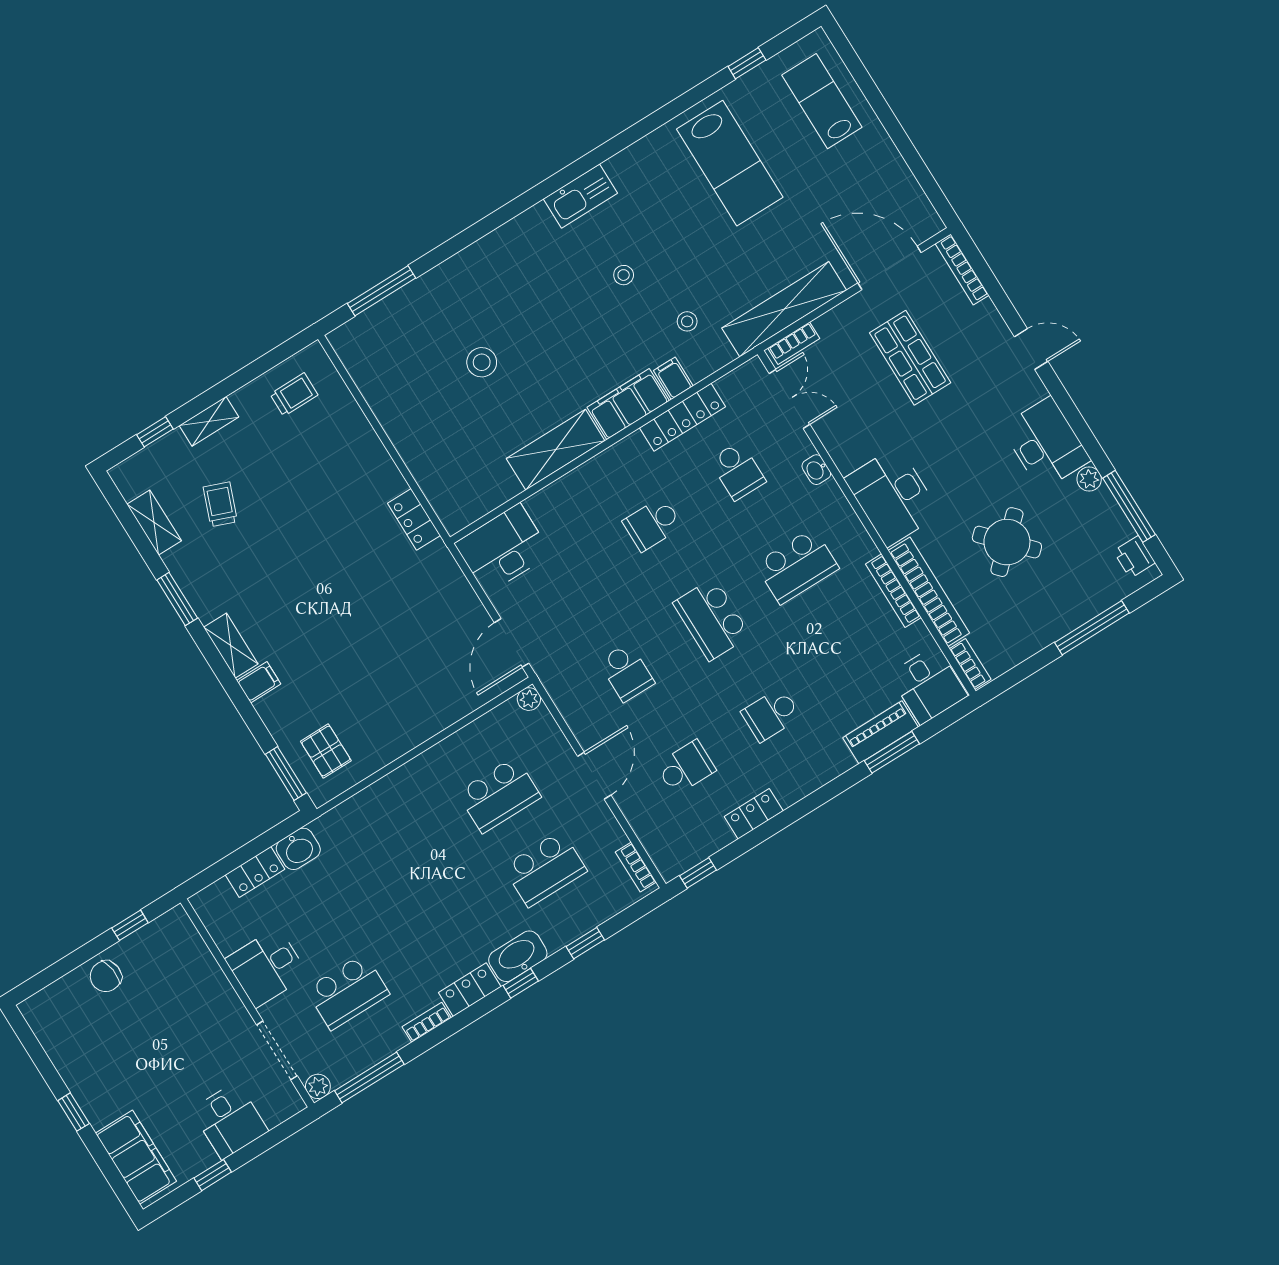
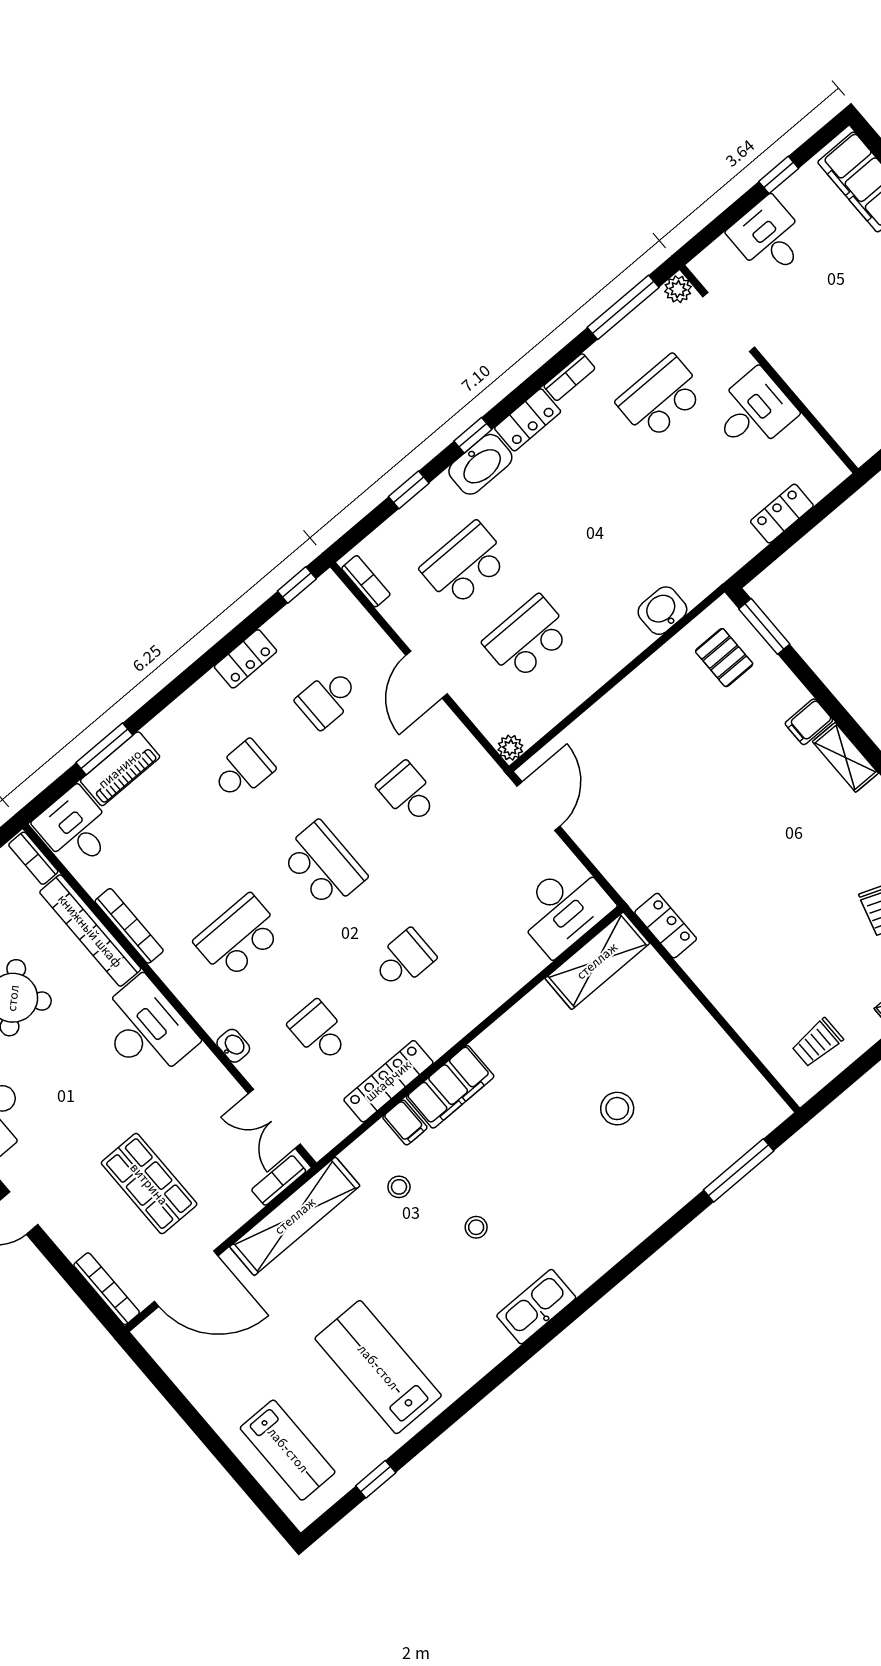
shelving: (556, 450) -> (597, 961), moved
washbasin: (298, 849) -> (662, 611), moved

